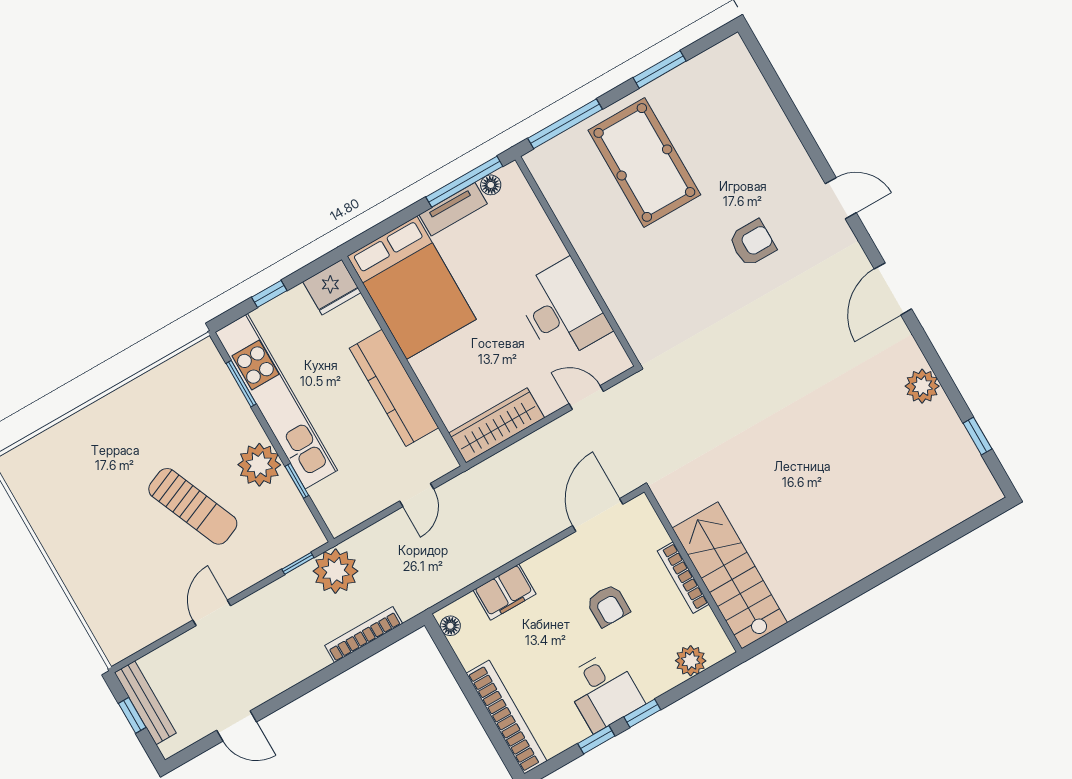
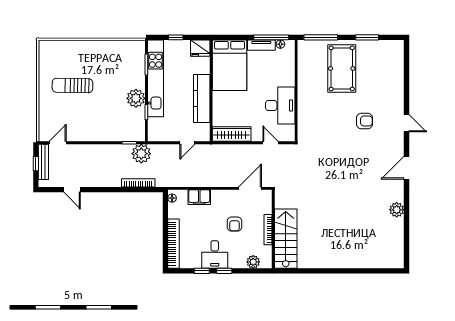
window: (977, 436) -> (407, 240), removed
sun lounger: (193, 506) -> (72, 85), moved, turned 114
door: (212, 613) -> (58, 143), moved

